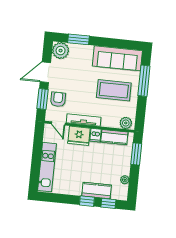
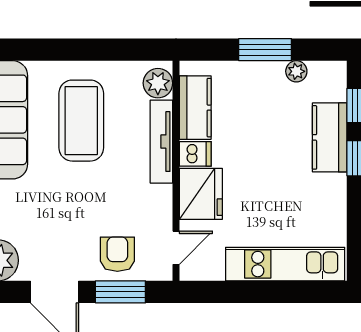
window: (144, 81) -> (50, 50), removed
armchair: (58, 99) -> (117, 254), turned 90
tv unit: (84, 120) -> (161, 142), moved
window: (136, 154) -> (265, 50), moved

